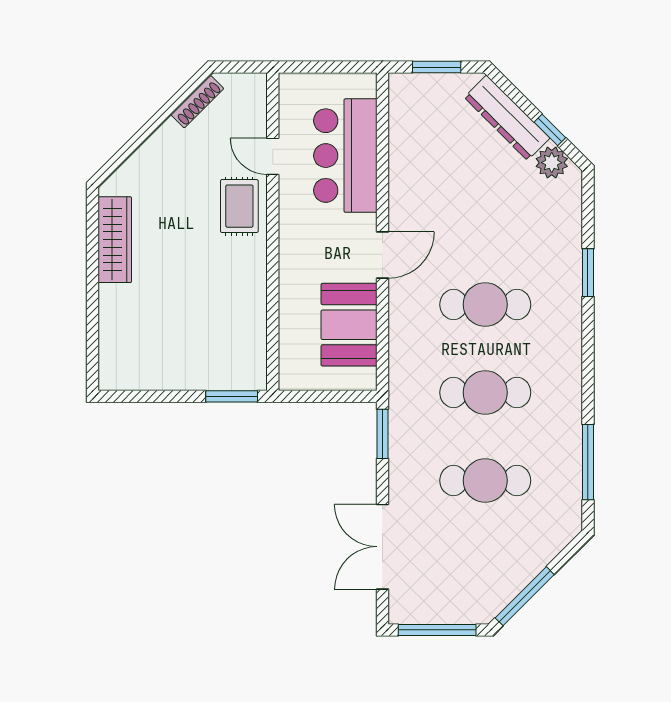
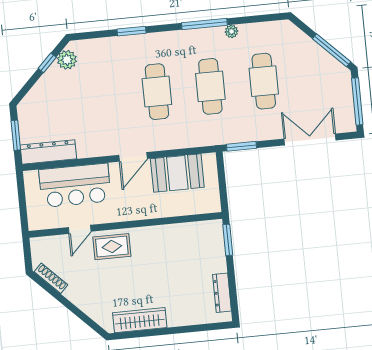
dresser: (507, 118) -> (48, 152), moved, turned -135
door: (382, 255) -> (133, 157), swing flipped
dresser: (146, 378) -> (222, 293), added
plant: (572, 436) -> (231, 31), added
window: (588, 462) -> (204, 24), moved
double door: (382, 547) -> (310, 140), swing flipped

